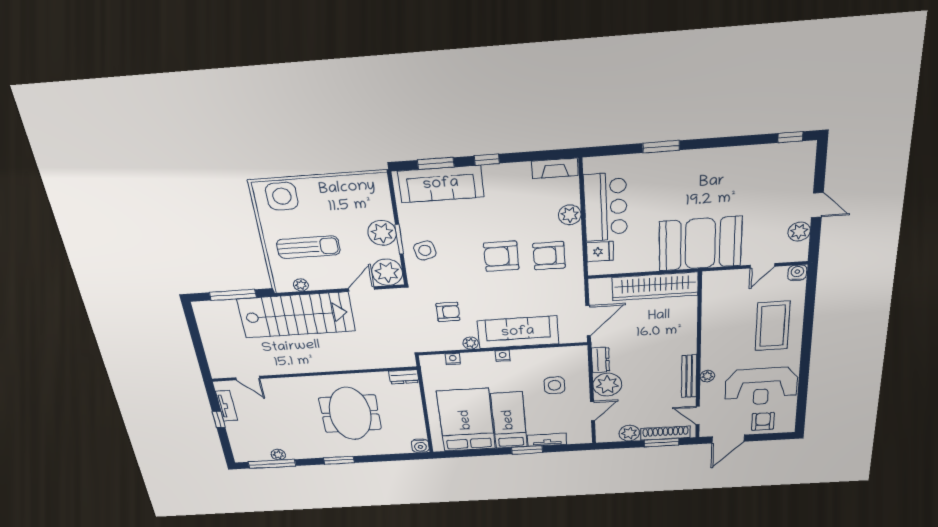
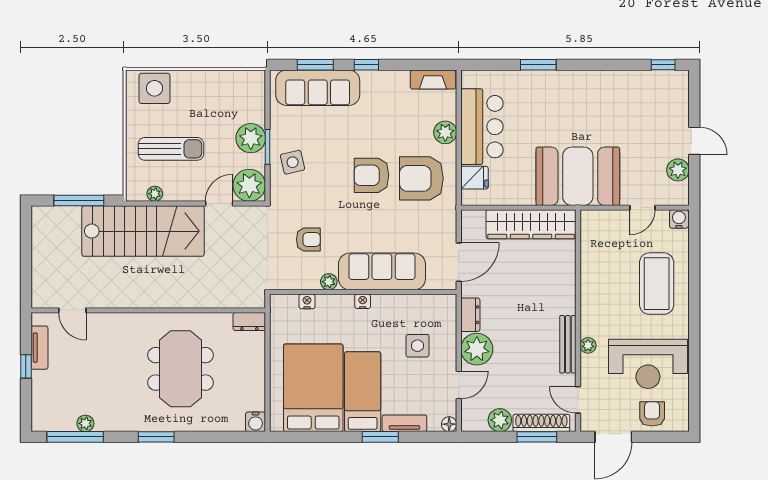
armchair: (549, 256) -> (421, 178), width x1.36, depth x1.36
floor lamp: (586, 438) -> (449, 424), added

